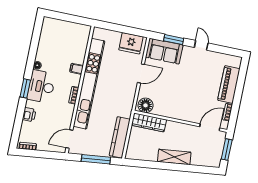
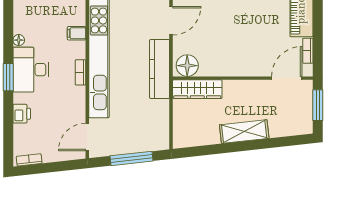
kitchen counter: (120, 137) -> (160, 69), moved

